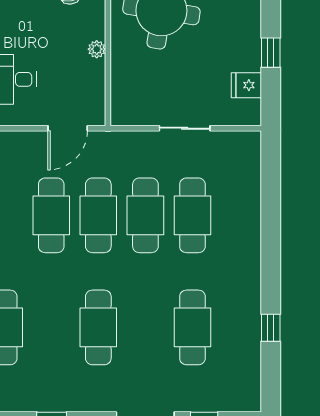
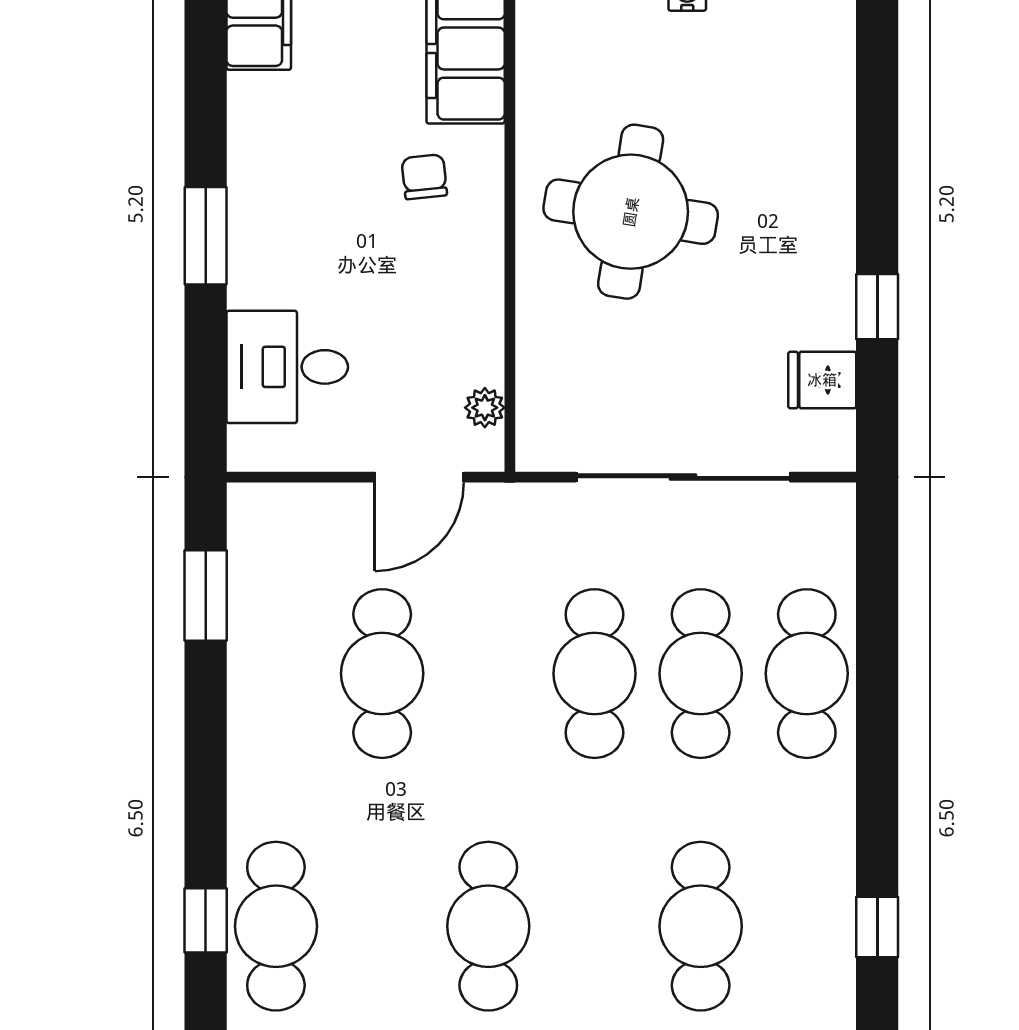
plant: (97, 49) -> (485, 408), moved
sliding door: (185, 128) -> (683, 477), width x1.86
cafe table: (98, 215) -> (807, 674), moved

